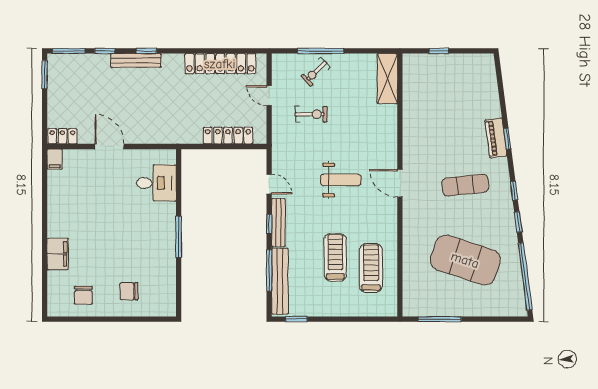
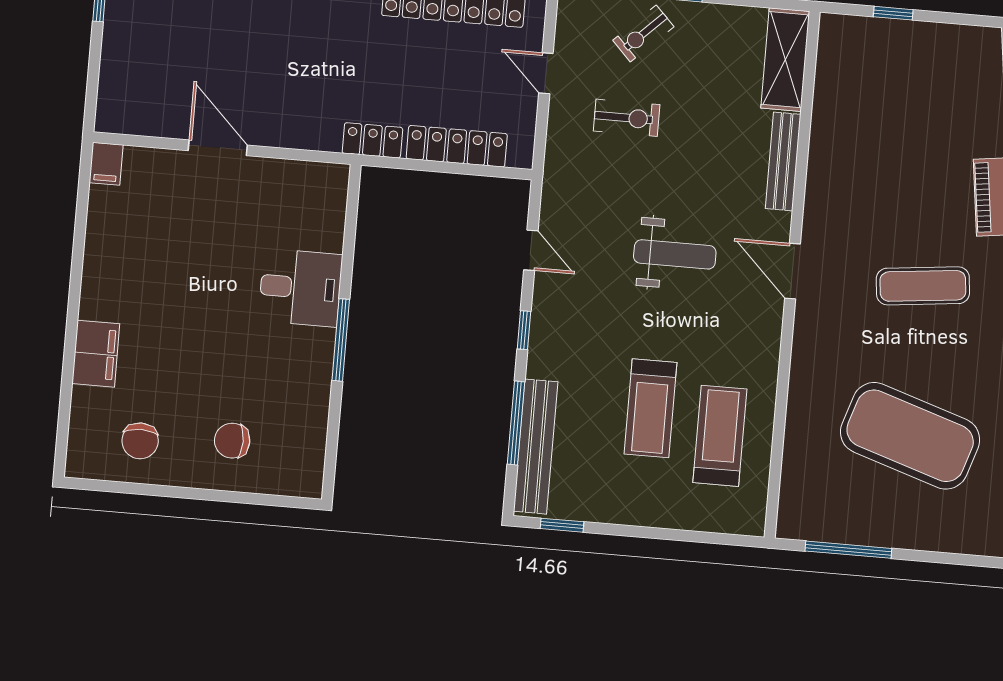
locker: (62, 136) -> (372, 140), moved
desk: (156, 183) -> (300, 288), moved
bench: (278, 223) -> (783, 161), moved
treadmill: (335, 257) -> (650, 408), turned 180

